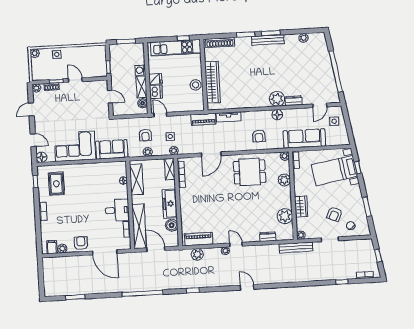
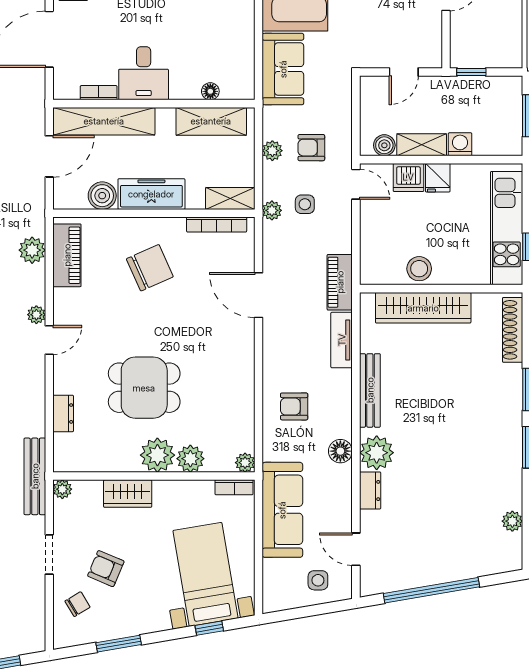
bench: (268, 40) -> (370, 390), moved
door: (160, 115) -> (356, 184), hinge flipped
dining table: (250, 172) -> (144, 388), moved, turned 90
chair: (202, 203) -> (150, 268), added
plant: (285, 216) -> (157, 455), moved

